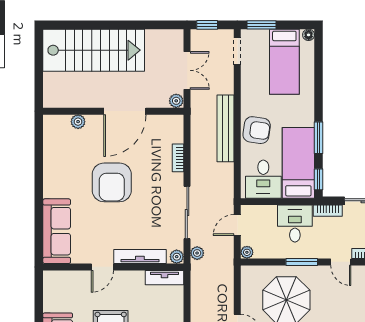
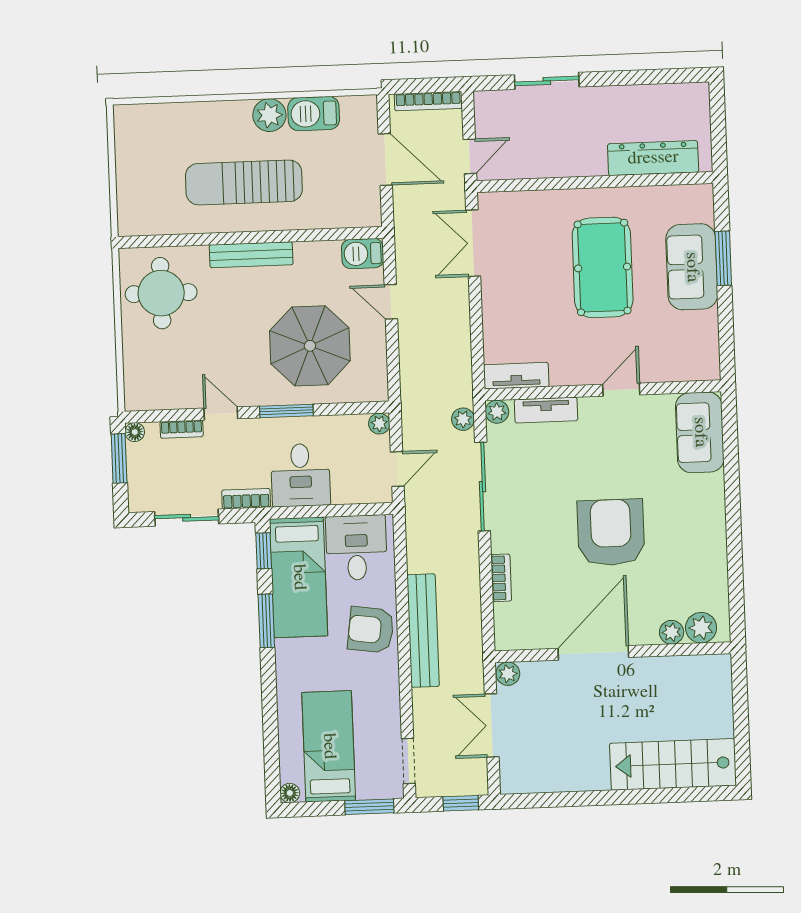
stairs: (94, 50) -> (673, 764), width x0.73, depth x0.66
plant: (60, 124) -> (701, 628), added
sofa: (57, 231) -> (700, 432), width x0.73
tv unit: (140, 257) -> (546, 410), width x0.71

